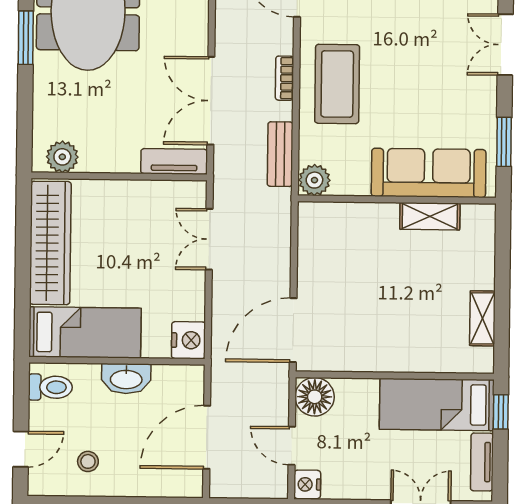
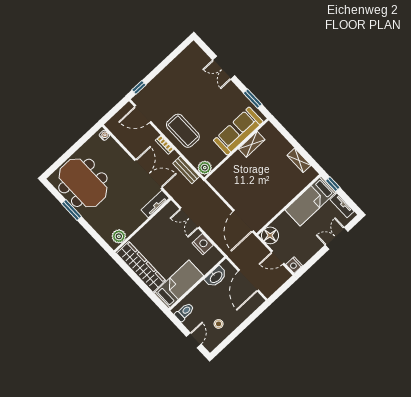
double door: (211, 101) -> (148, 174), swing flipped
nightstand: (188, 340) -> (203, 244), moved
washbasin: (126, 379) -> (216, 277), moved

